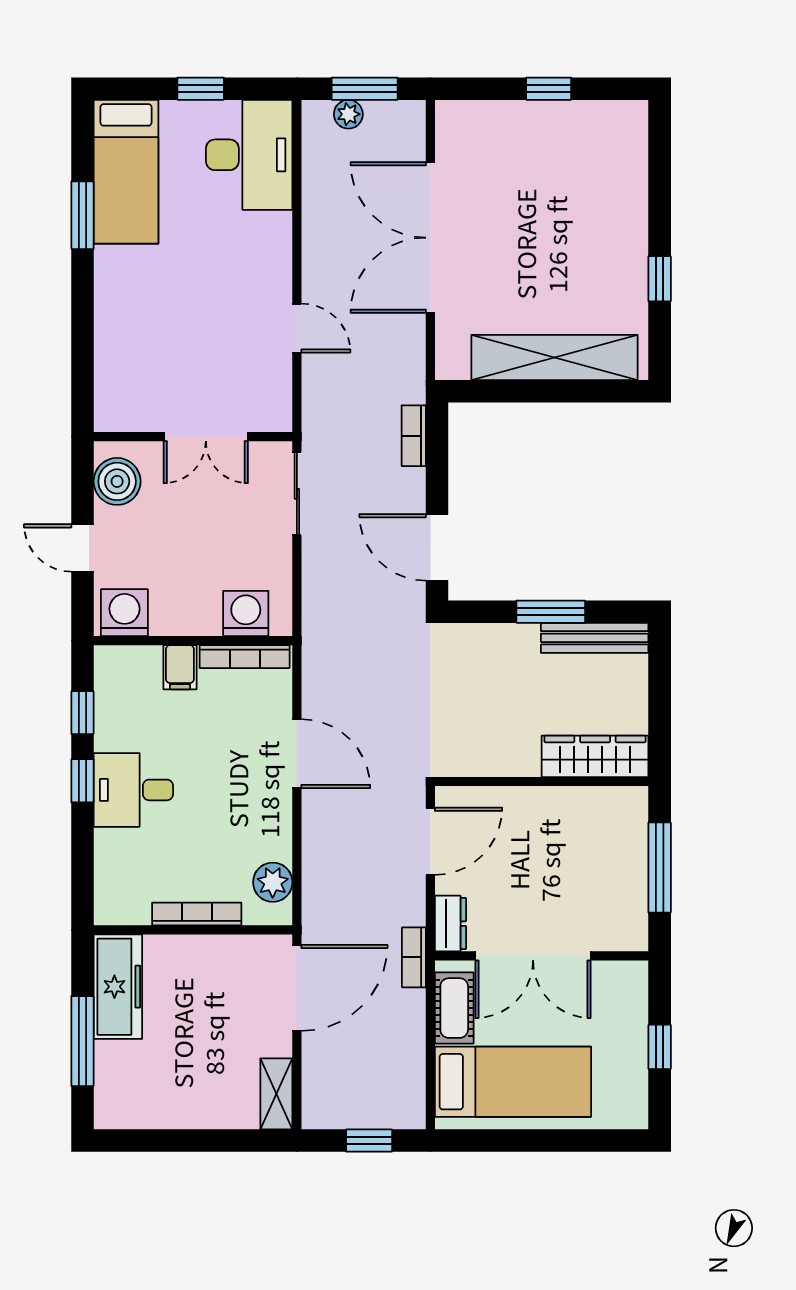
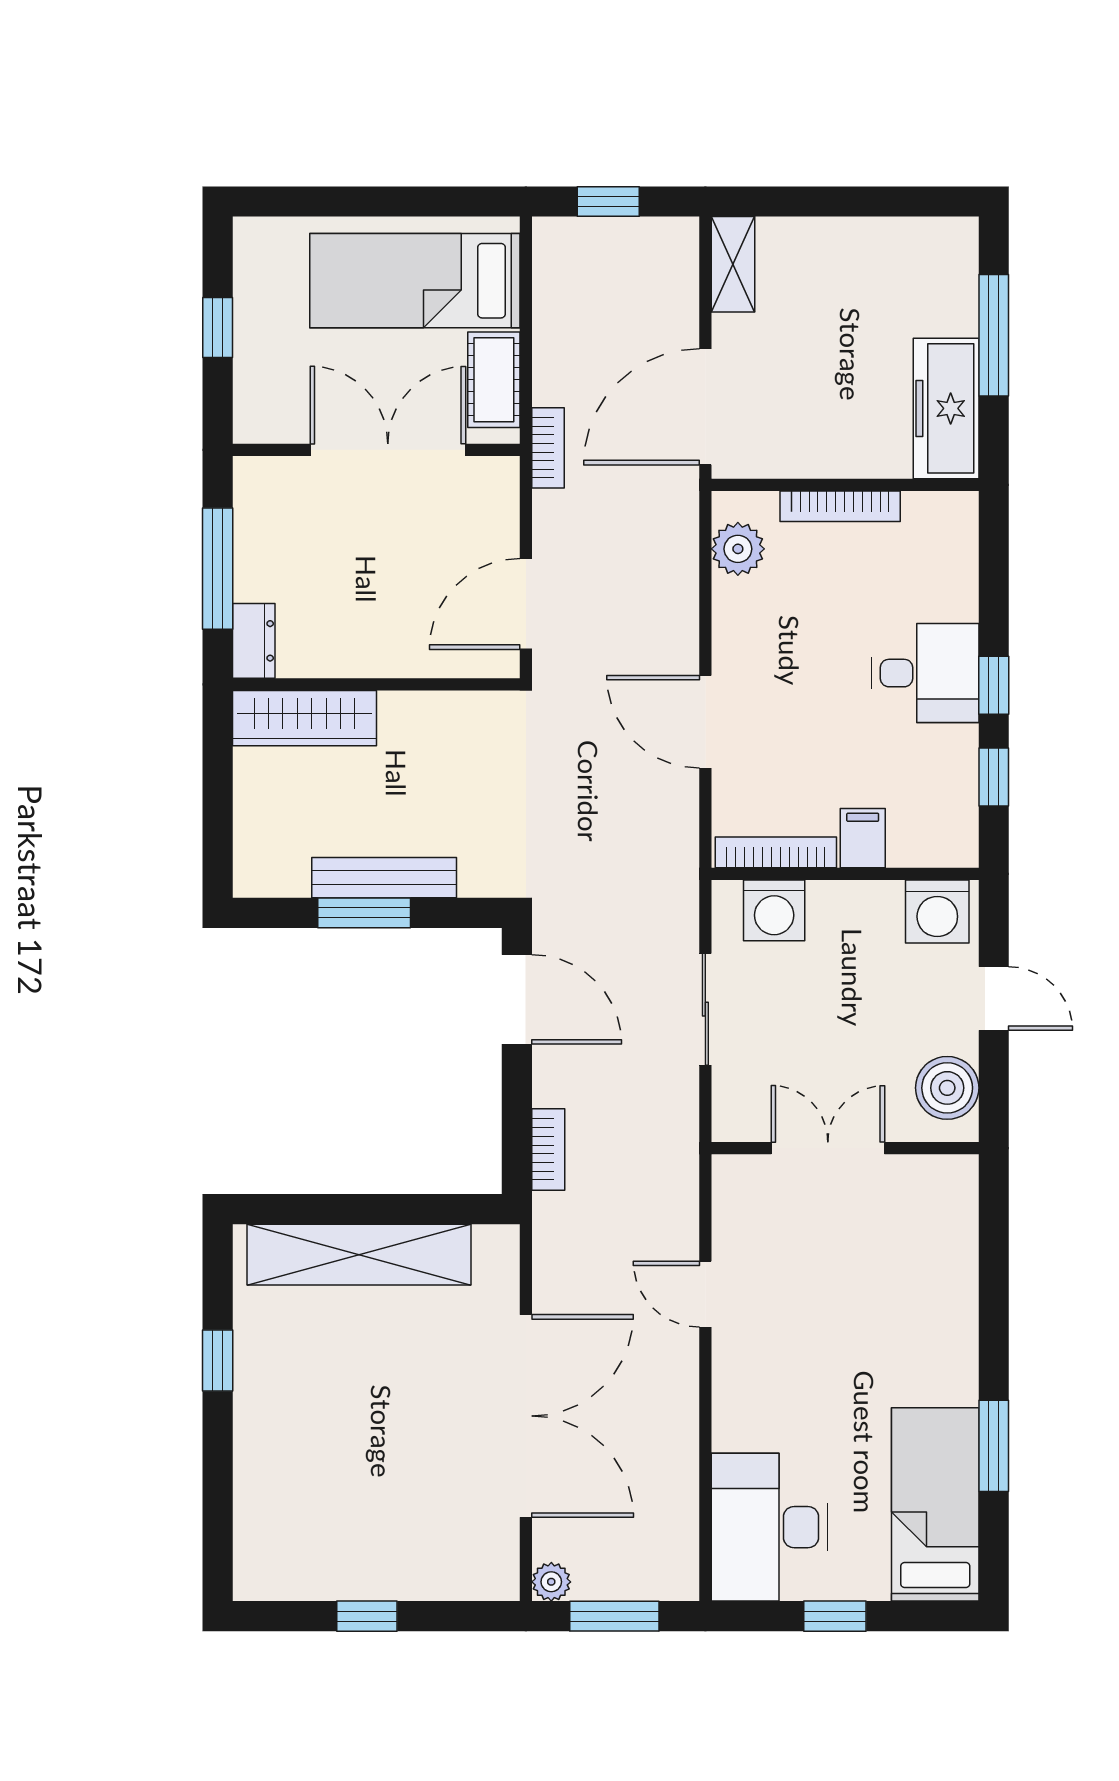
plant: (348, 114) -> (551, 1582), moved
sliding door: (297, 494) -> (705, 1009), moved
bench: (595, 638) -> (384, 878), moved
dresser: (451, 924) -> (254, 641), moved, turned 180

